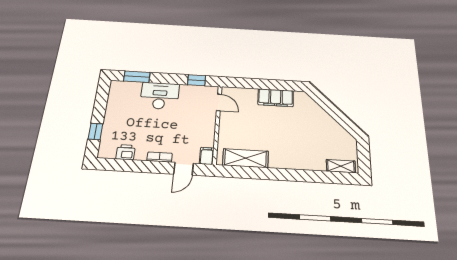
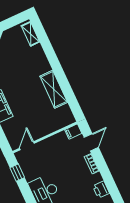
shelving: (246, 158) -> (54, 89), moved
door: (183, 169) -> (91, 142), hinge flipped

